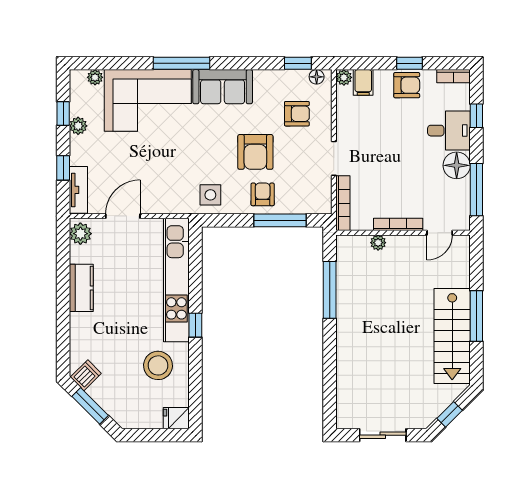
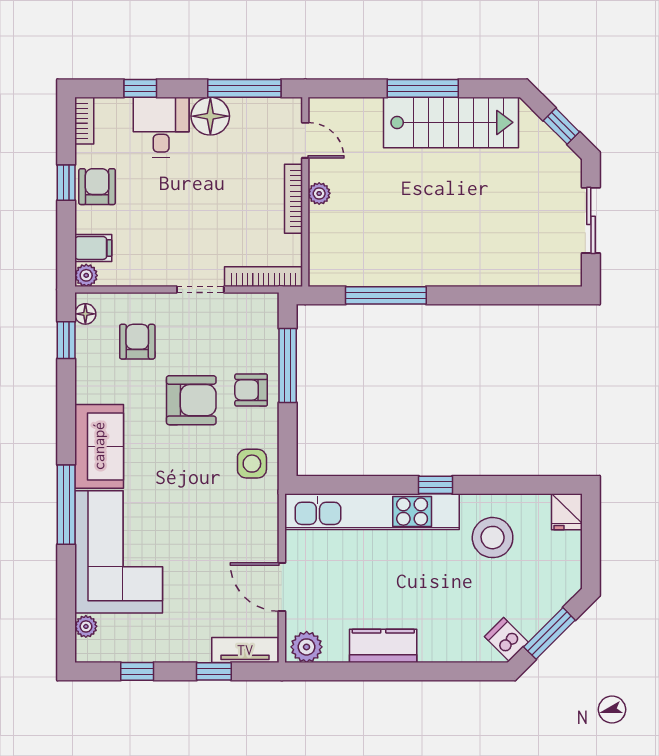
plant: (78, 126) -> (154, 650), removed
plant: (378, 243) -> (319, 193), moved

